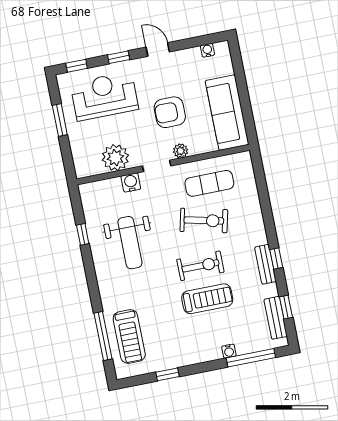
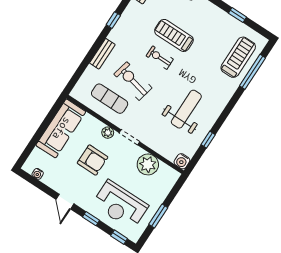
water cooler: (131, 182) -> (182, 161), moved
bench: (265, 264) -> (102, 54), moved
exercise bike: (200, 266) -> (160, 58), width x0.73, depth x0.72

